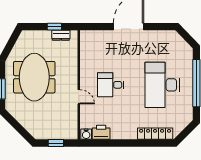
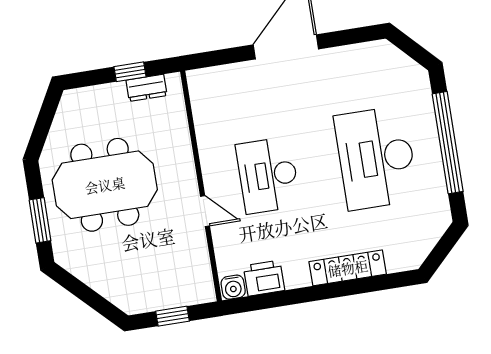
meeting table: (34, 77) -> (105, 185), turned 90
desk: (111, 85) -> (268, 175), width x1.37
locker: (155, 134) -> (348, 268), moved

